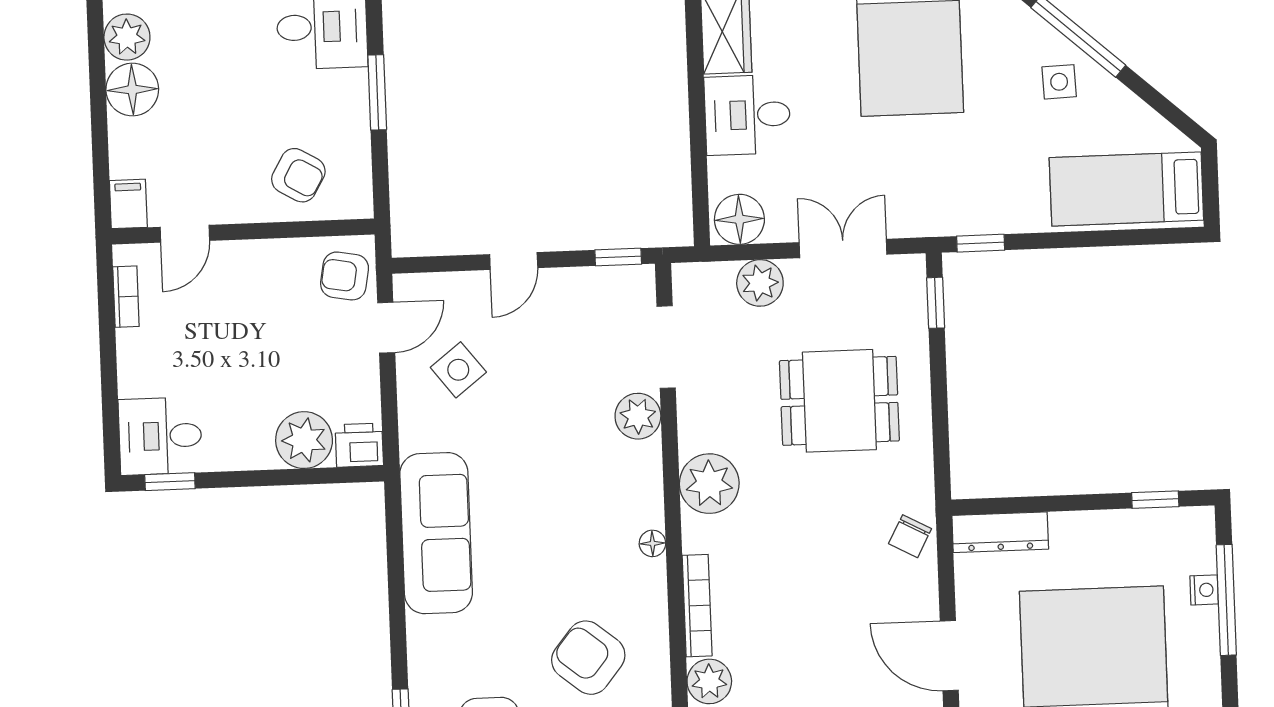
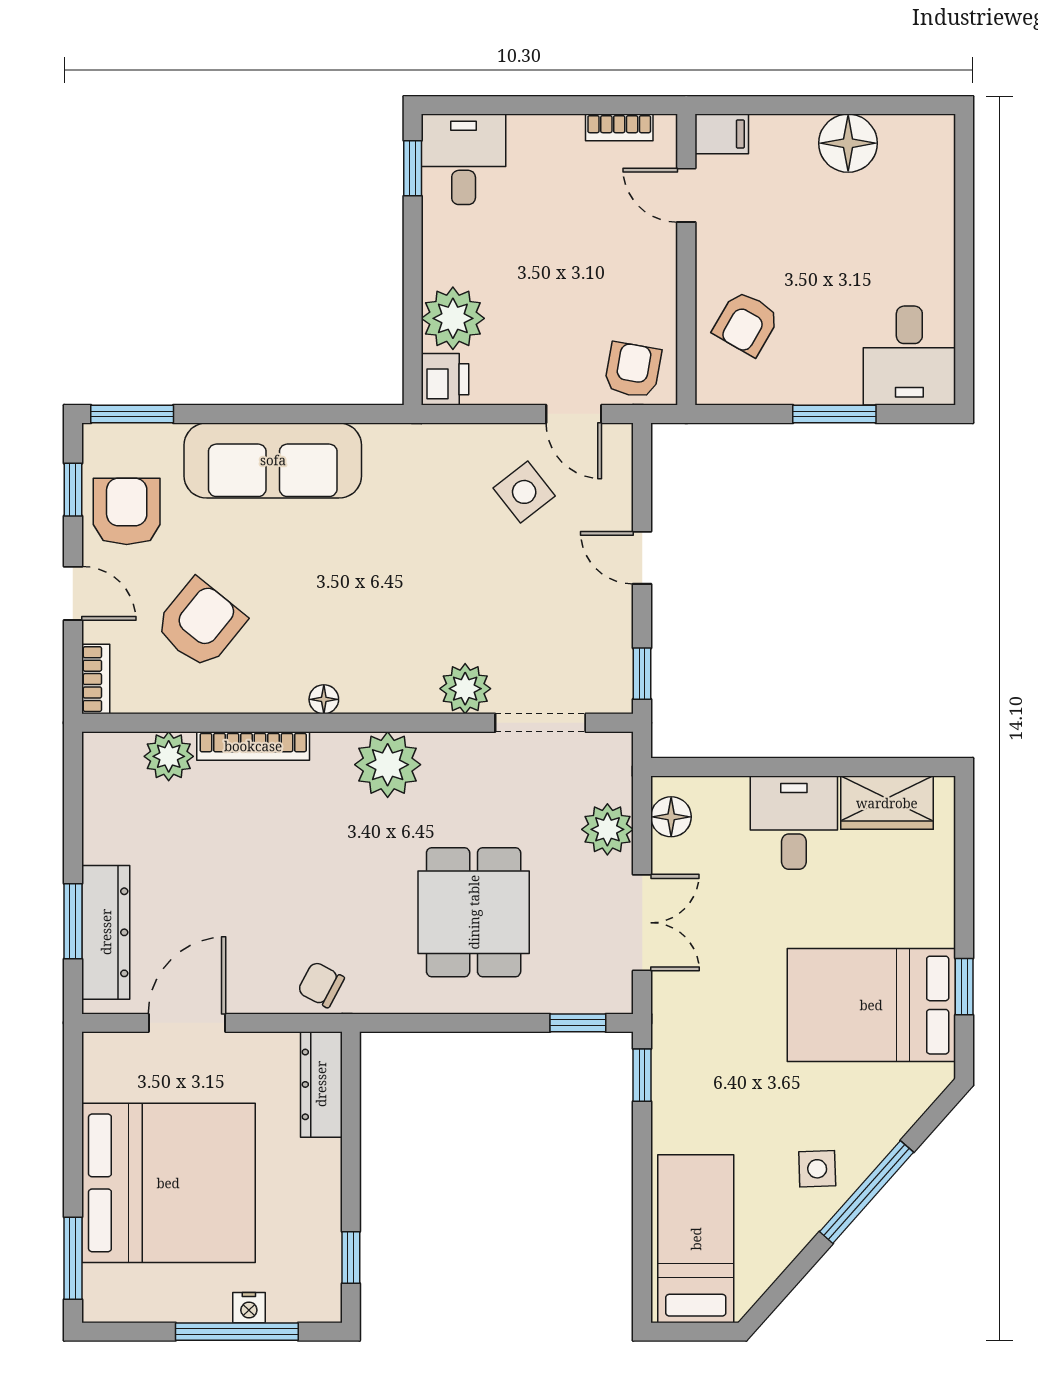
plant: (127, 37) -> (906, 139), removed
floor lamp: (739, 219) -> (671, 817), width x0.73, depth x0.73
sofa: (436, 533) -> (273, 460), moved

